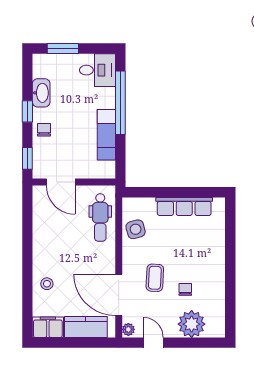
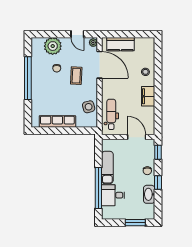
desk: (97, 70) -> (113, 195), moved
window: (230, 274) -> (28, 78), added
filing cabinet: (48, 327) -> (148, 96), moved, turned 90

